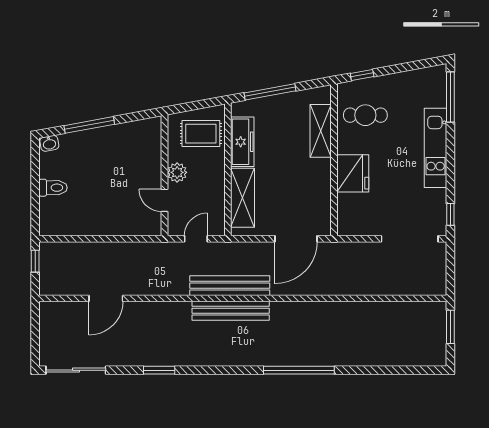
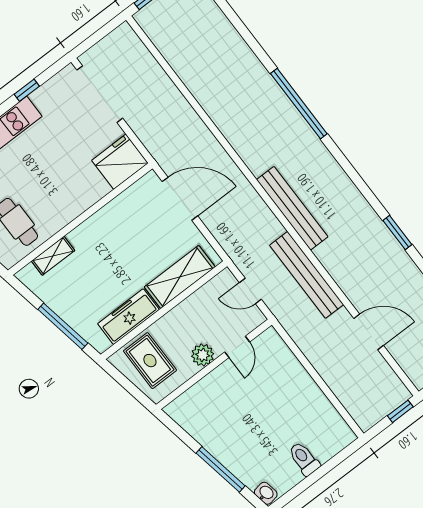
shelving: (321, 131) -> (53, 256), width x0.67, depth x0.75
fridge: (353, 173) -> (120, 162), moved
window: (450, 214) -> (27, 90), moved
window: (35, 261) -> (400, 411), moved
bench: (230, 286) -> (307, 275), moved

